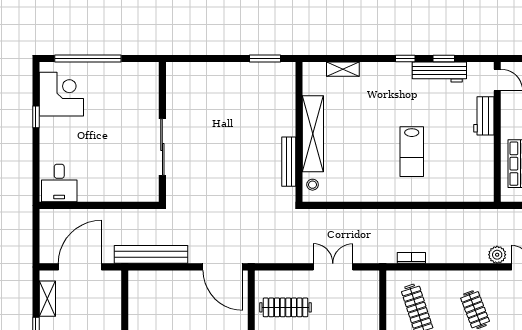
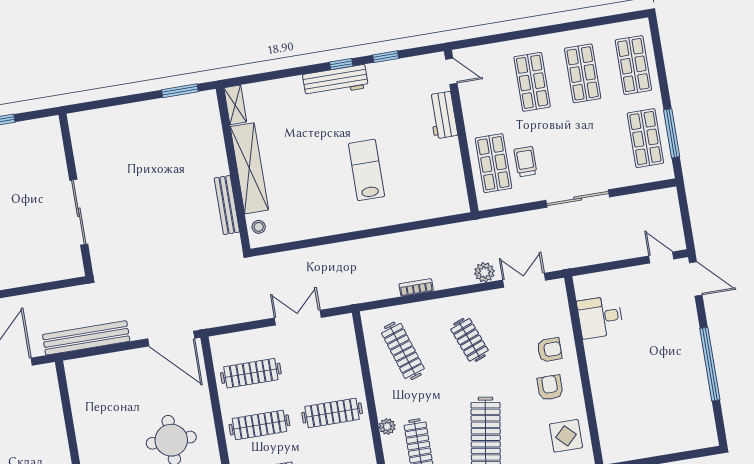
shelving: (343, 69) -> (235, 105), moved, turned 90
workbench: (439, 72) -> (335, 81), moved
lab bench: (412, 152) -> (366, 170), turned 180
bookcase: (411, 258) -> (416, 287), moved

